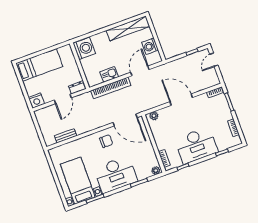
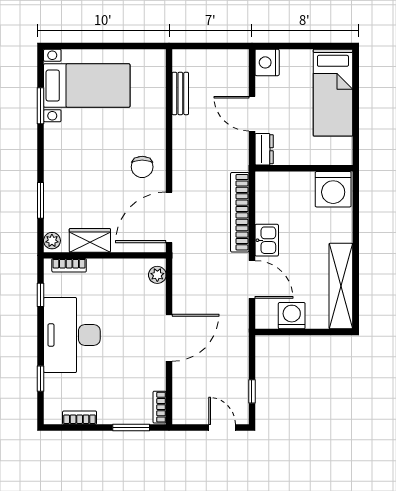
kitchen sink: (109, 74) -> (267, 240), moved
wardrobe: (149, 153) -> (90, 240), added
desk: (116, 175) -> (72, 162), removed

